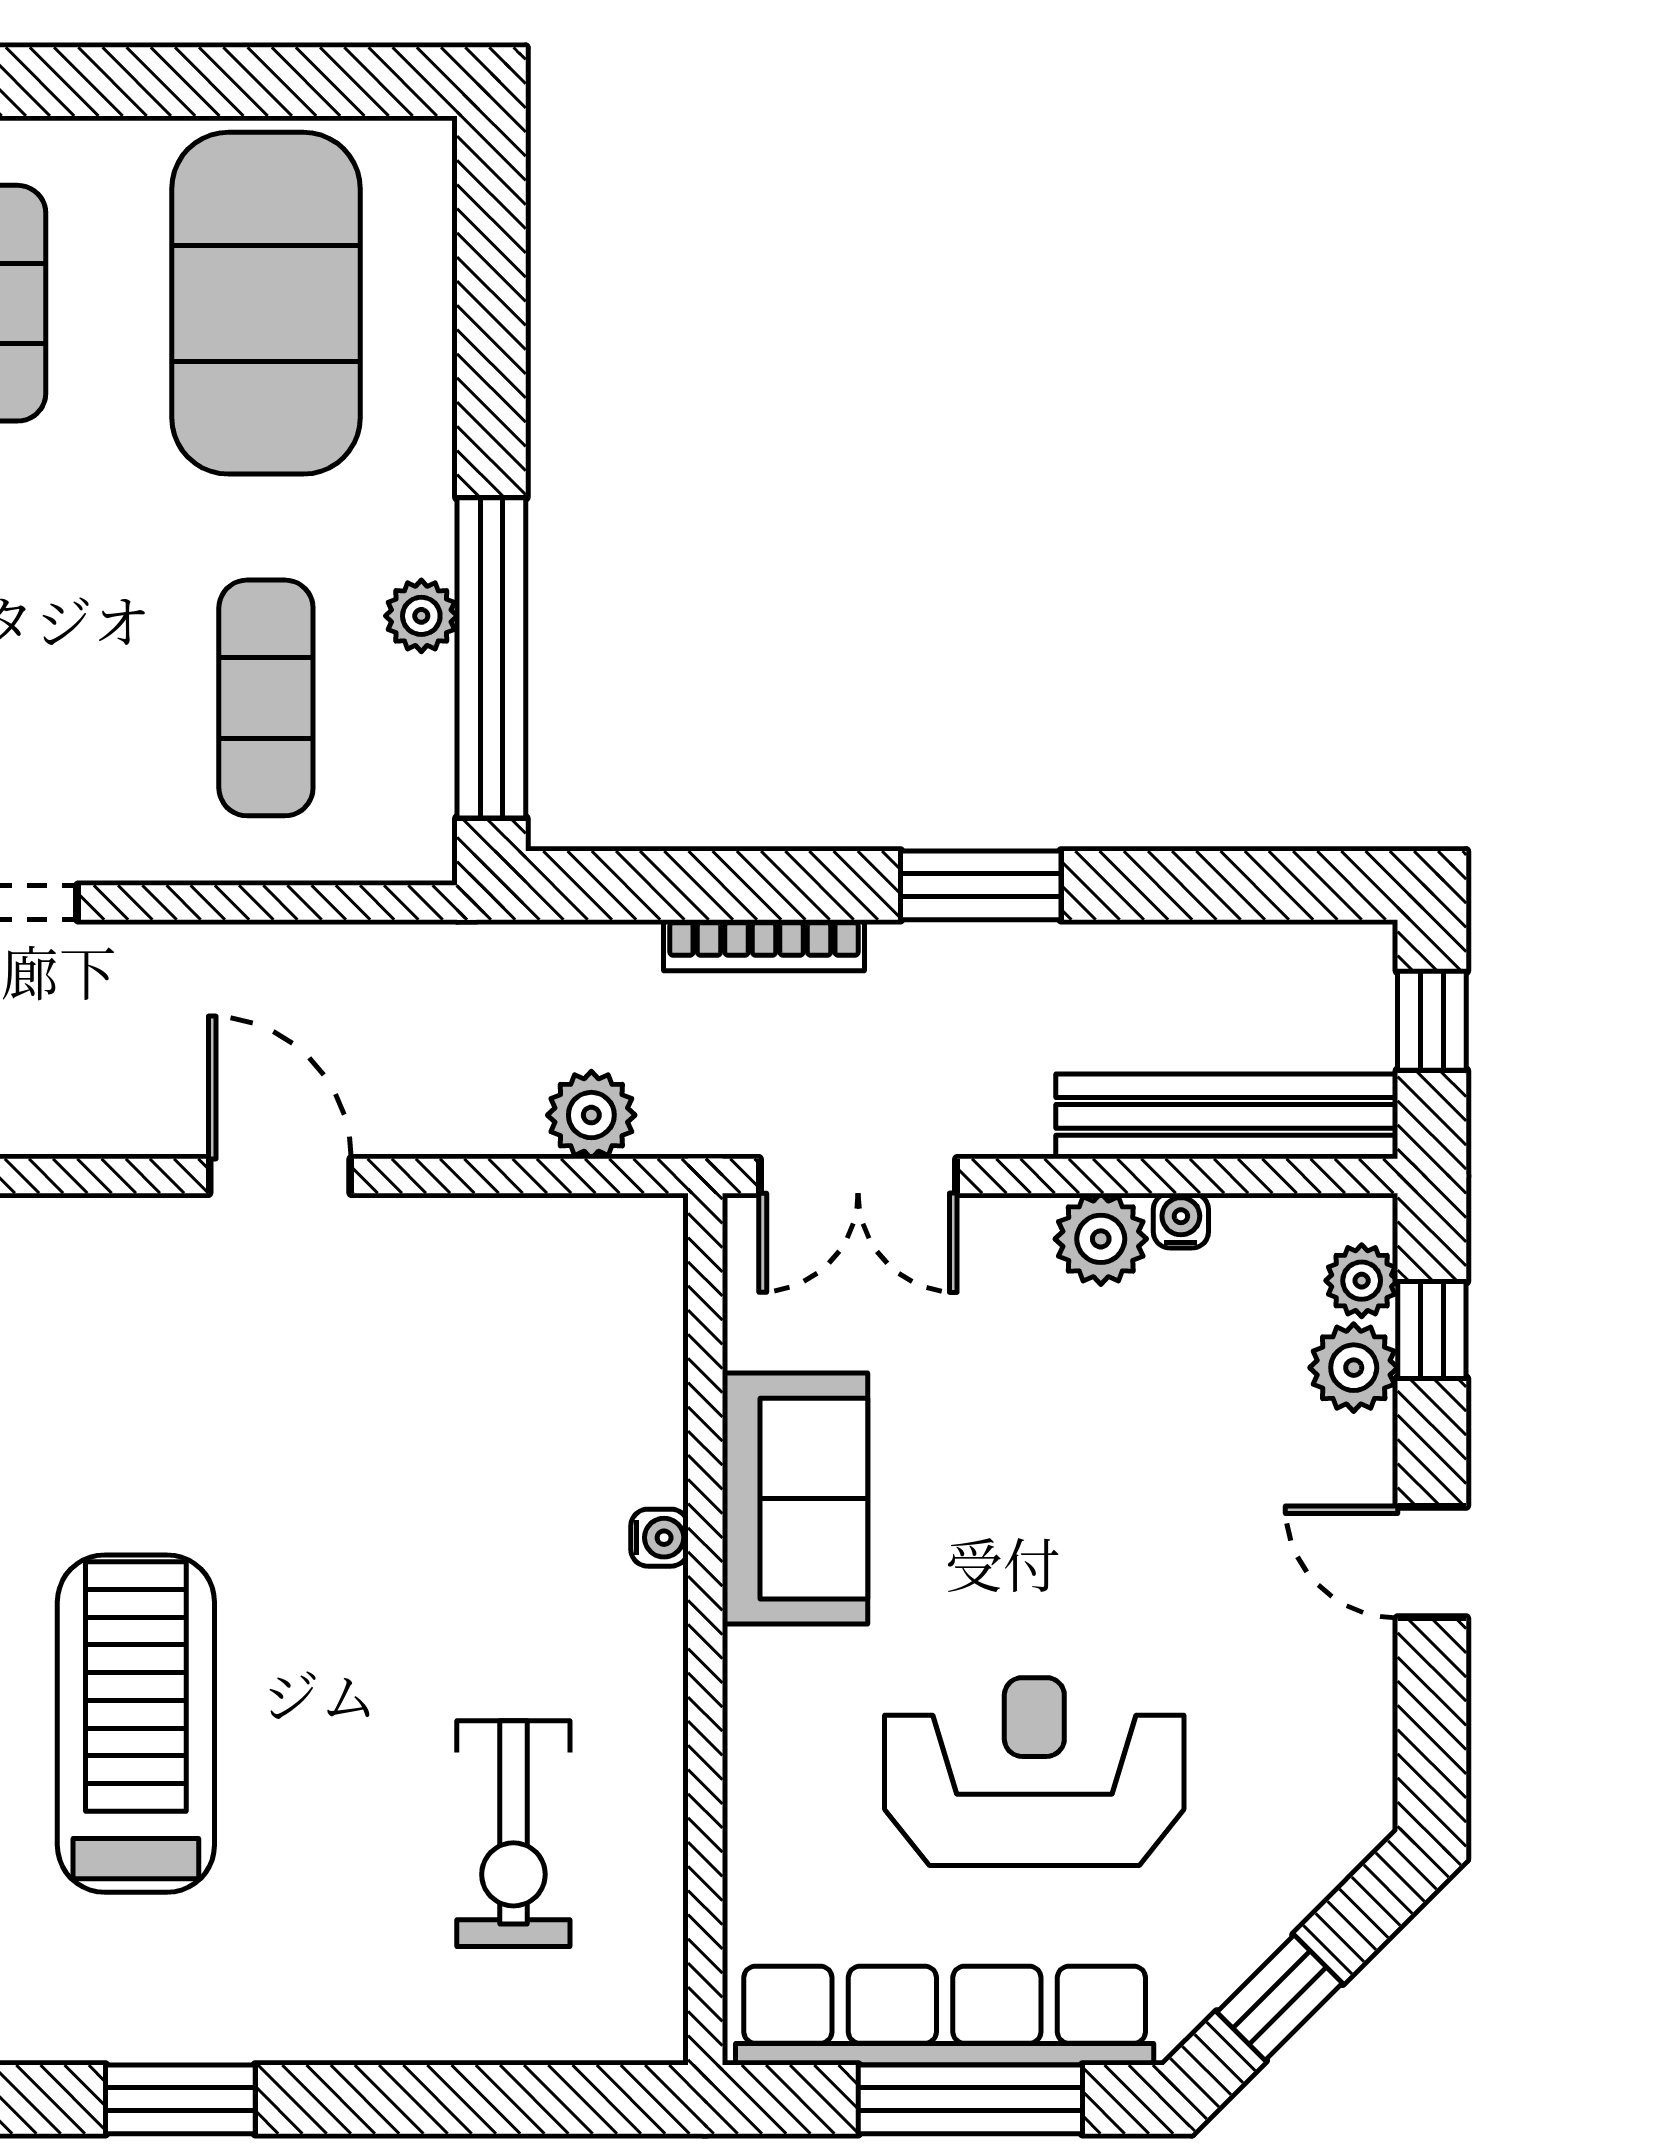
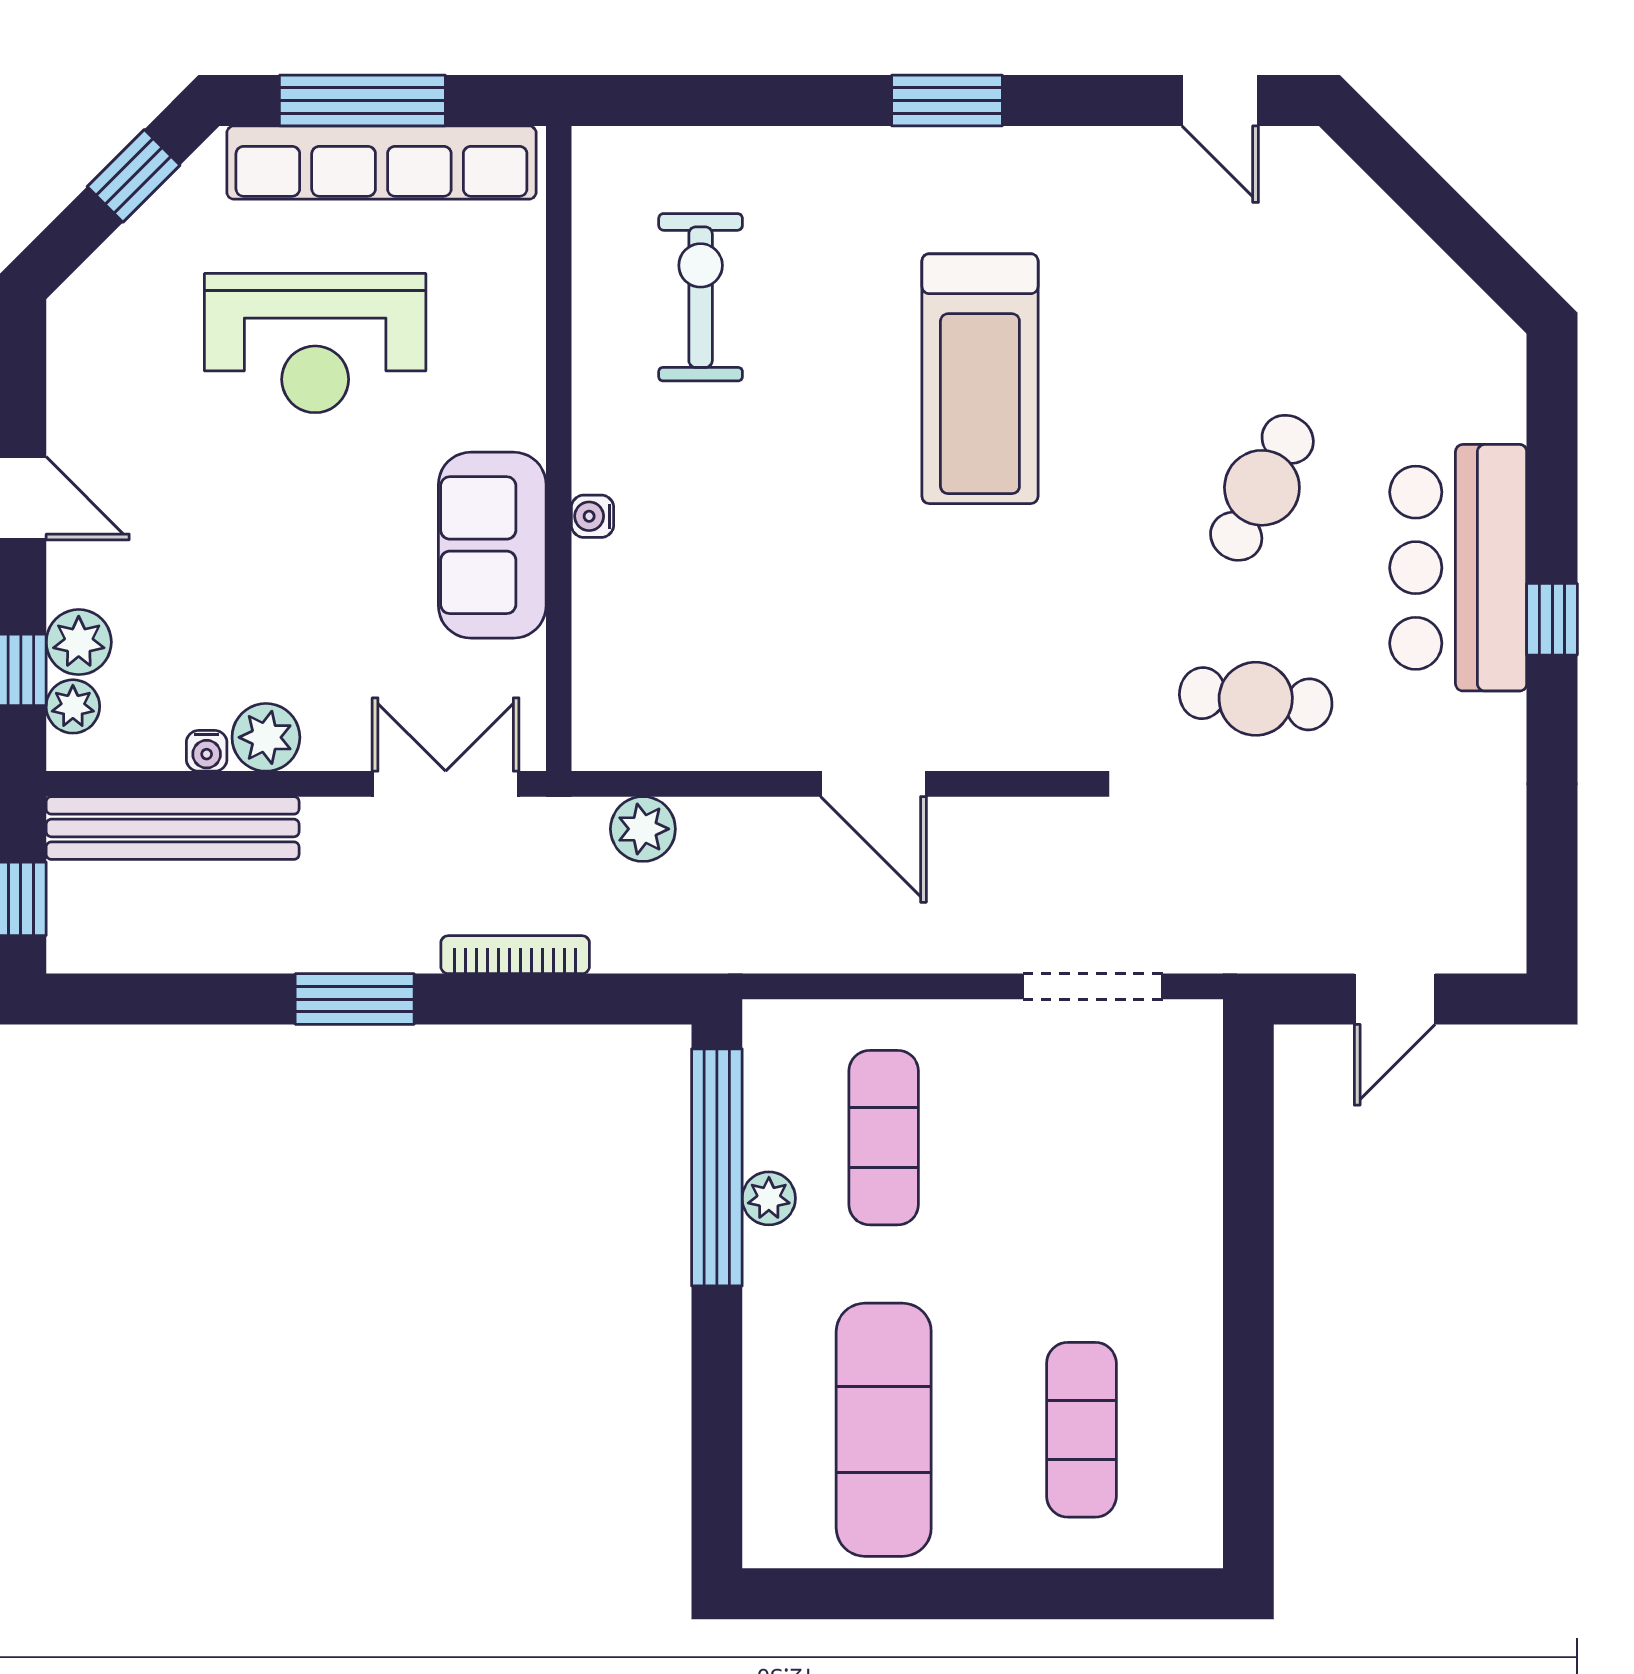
exercise mat: (266, 303) -> (884, 1430), width x0.68

